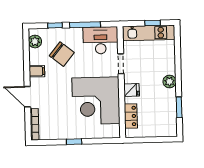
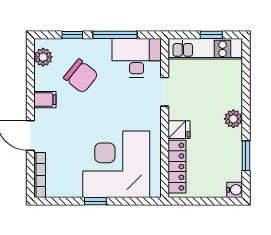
corner desk: (96, 101) -> (116, 164), moved, turned 90
locker: (131, 116) -> (177, 167), width x1.53
water cooler: (172, 131) -> (235, 190), added

